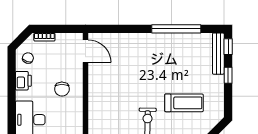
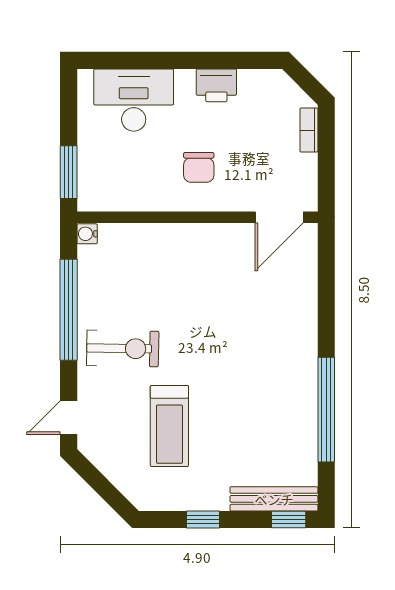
chair: (28, 58) -> (265, 95), removed
window: (228, 75) -> (203, 520), moved
chair: (62, 89) -> (199, 167), turned -90

